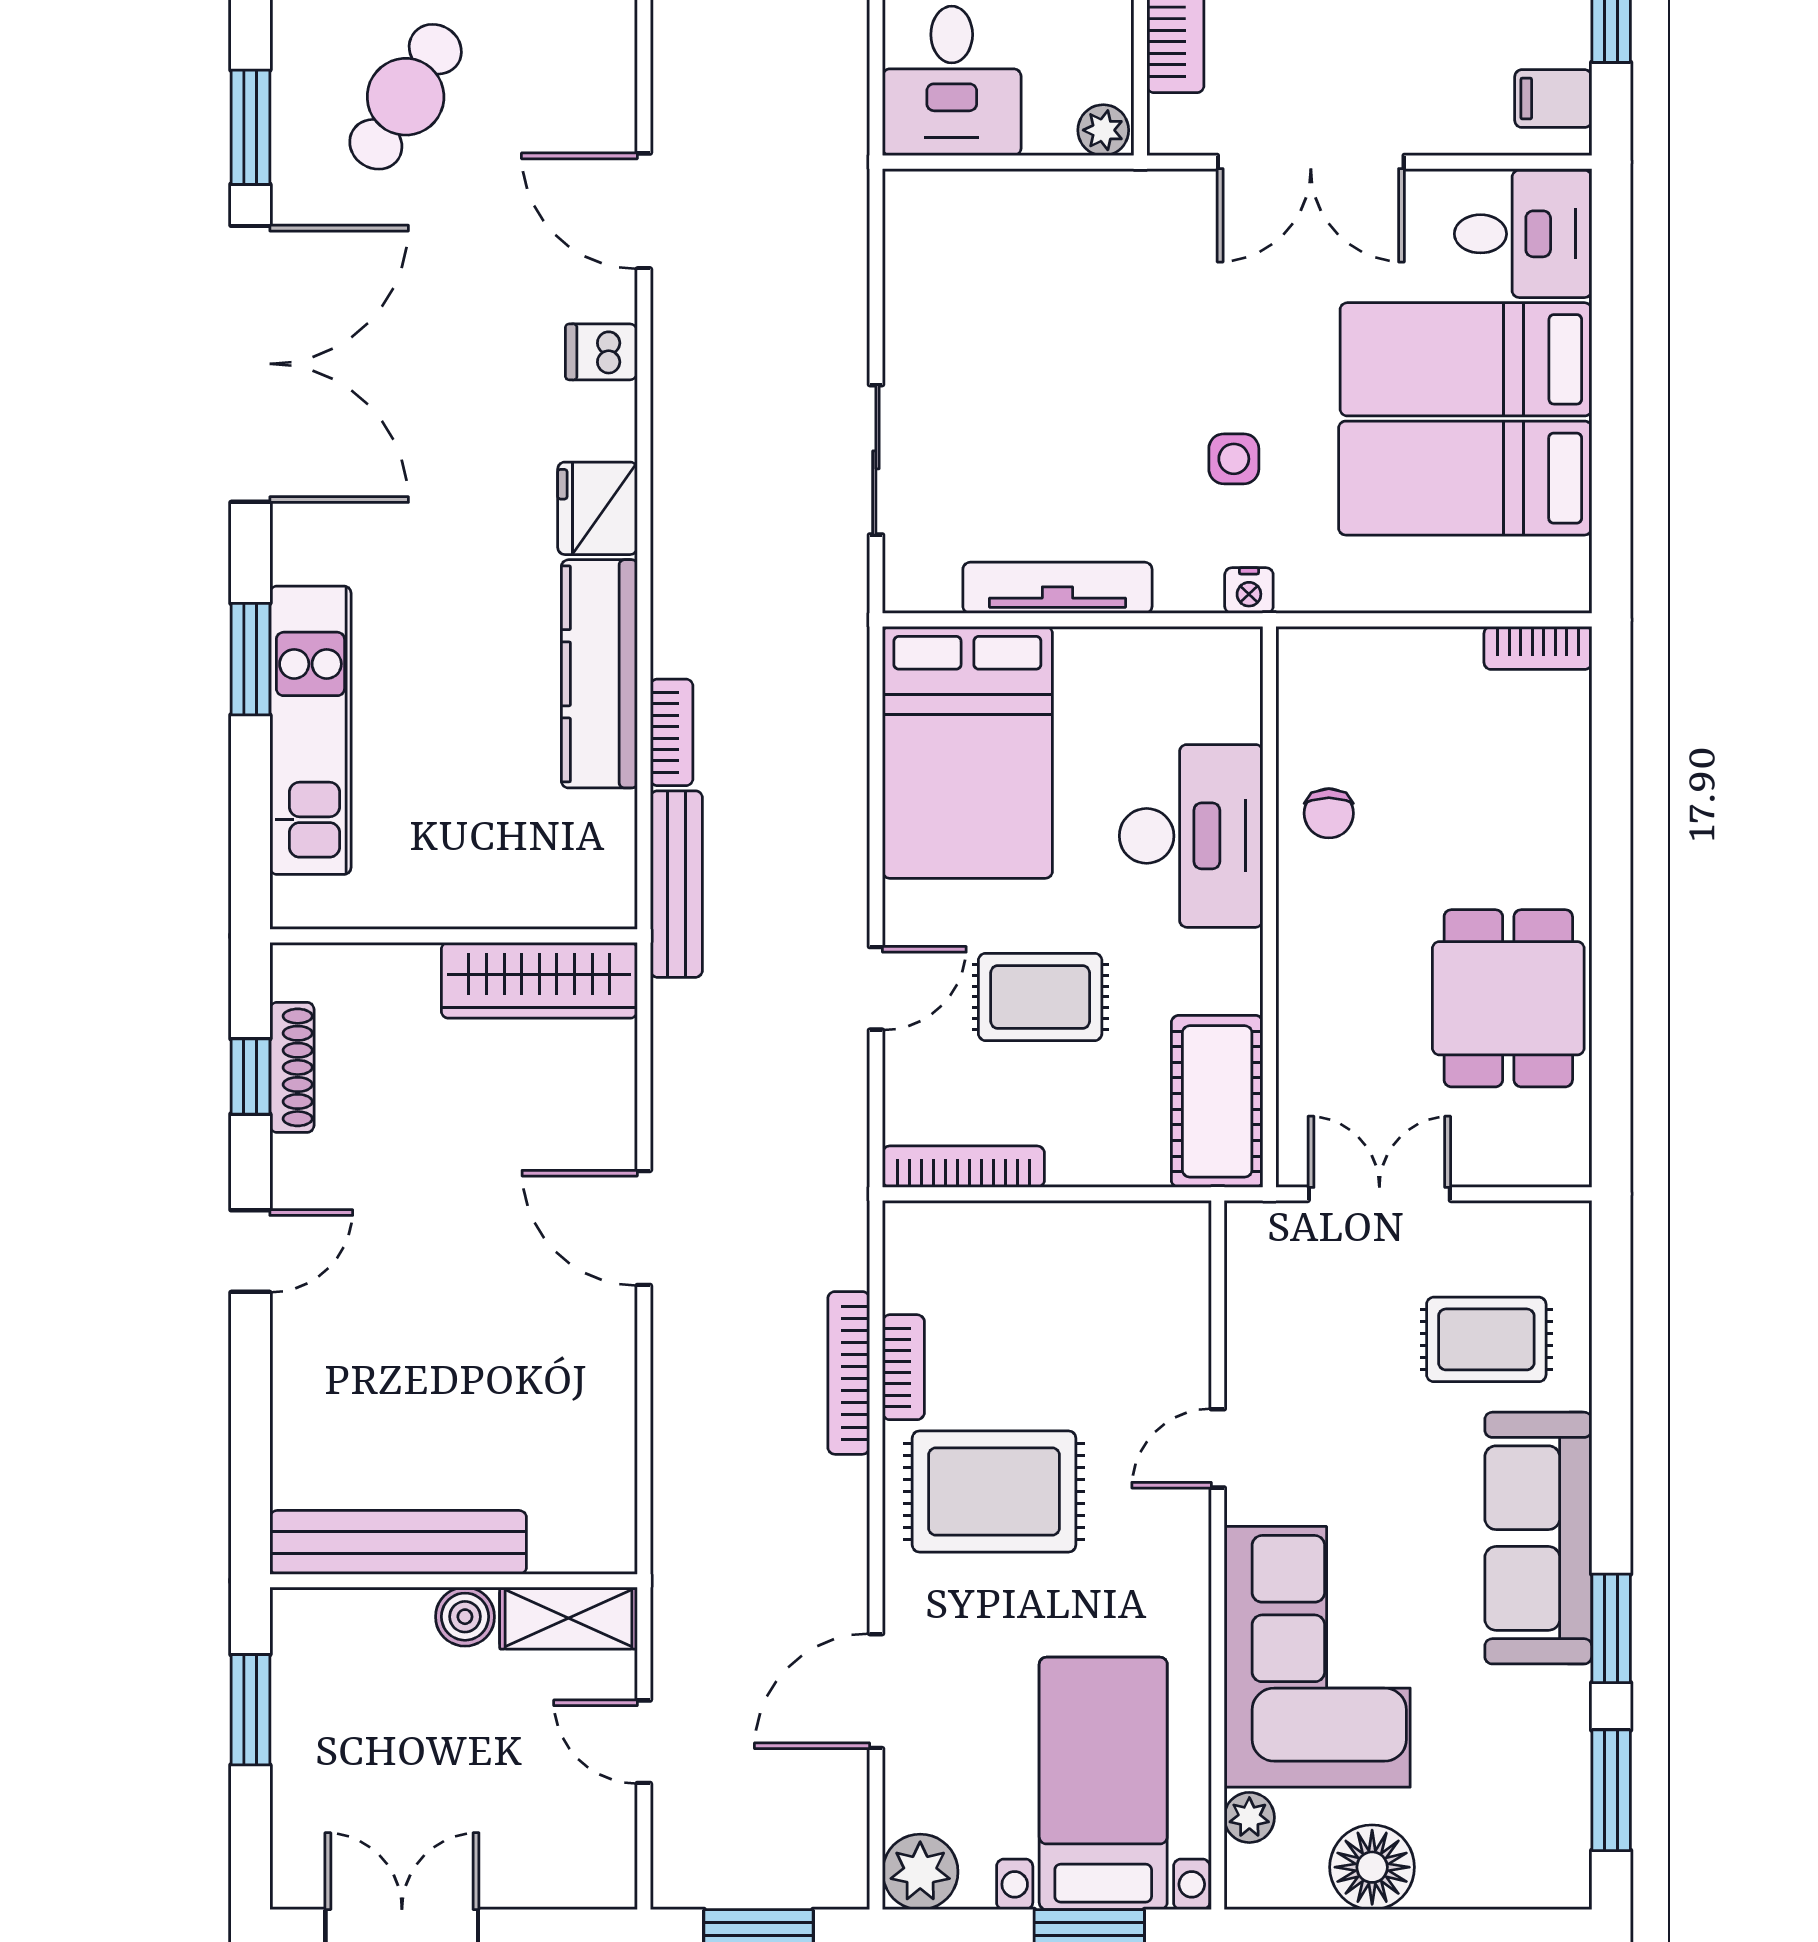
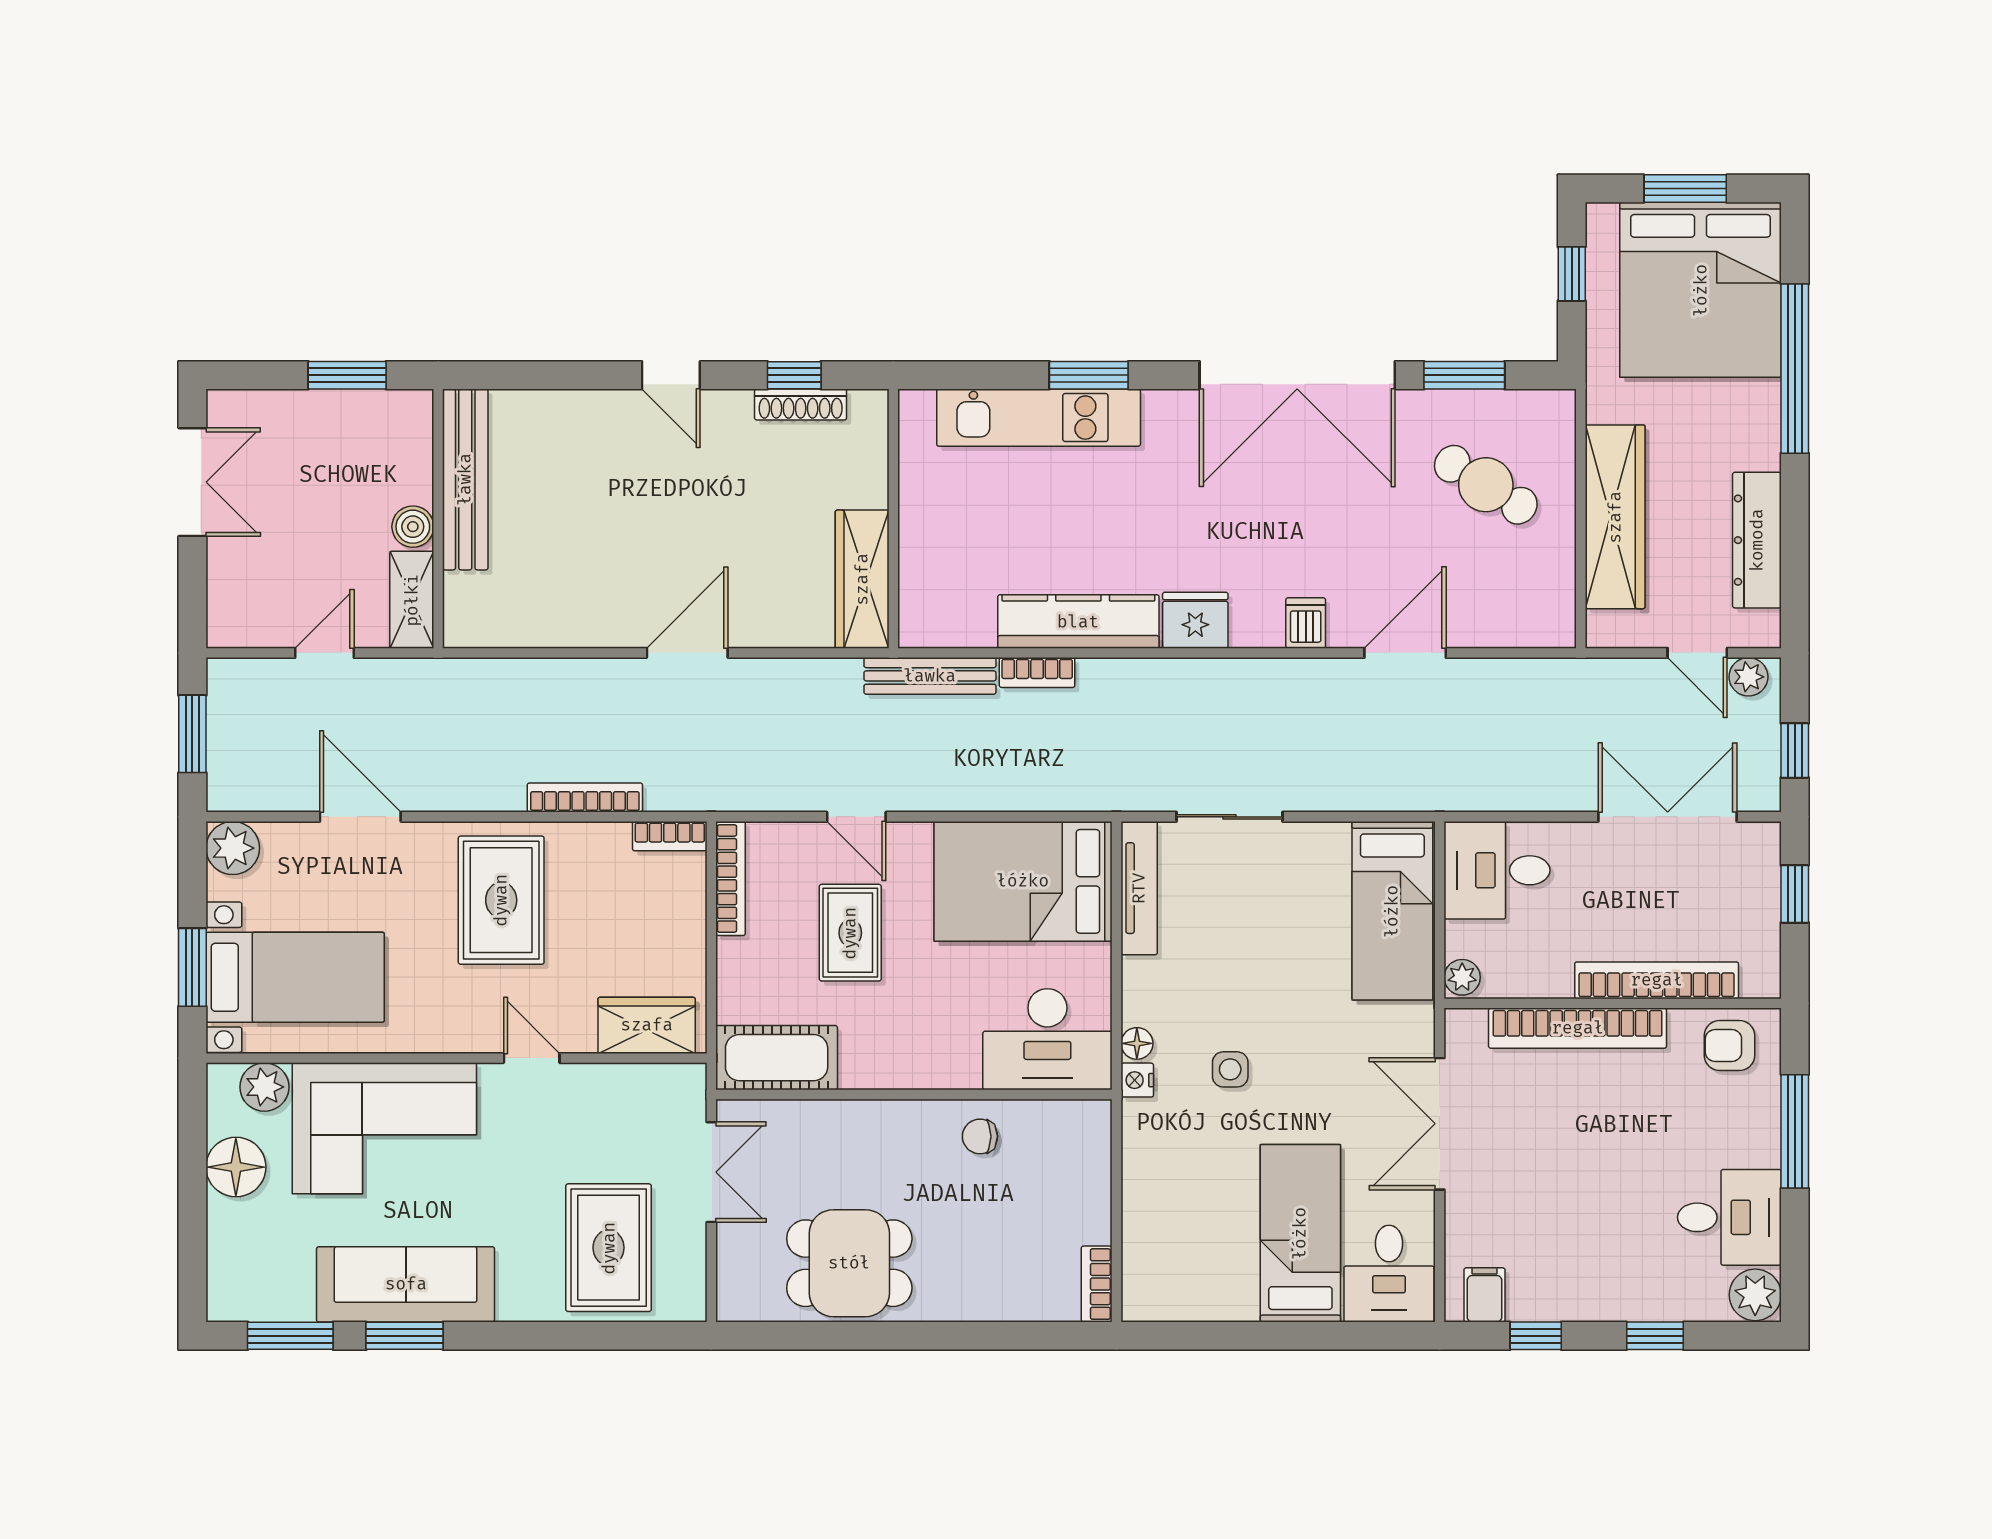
bed: (1465, 478) -> (1392, 911), moved, turned 180
tv unit: (1057, 588) -> (1139, 888), moved
floor lamp: (1197, 591) -> (1137, 1043), added
desk: (1191, 836) -> (1047, 1039), moved
wardrobe: (1171, 1285) -> (647, 1025), added
rug: (1486, 1339) -> (609, 1248), width x1.36, depth x1.43
bookcase: (903, 1367) -> (670, 836), moved
sofa: (1538, 1538) -> (406, 1284), moved
plant: (1249, 1817) -> (264, 1087), width x1.38, depth x1.38

